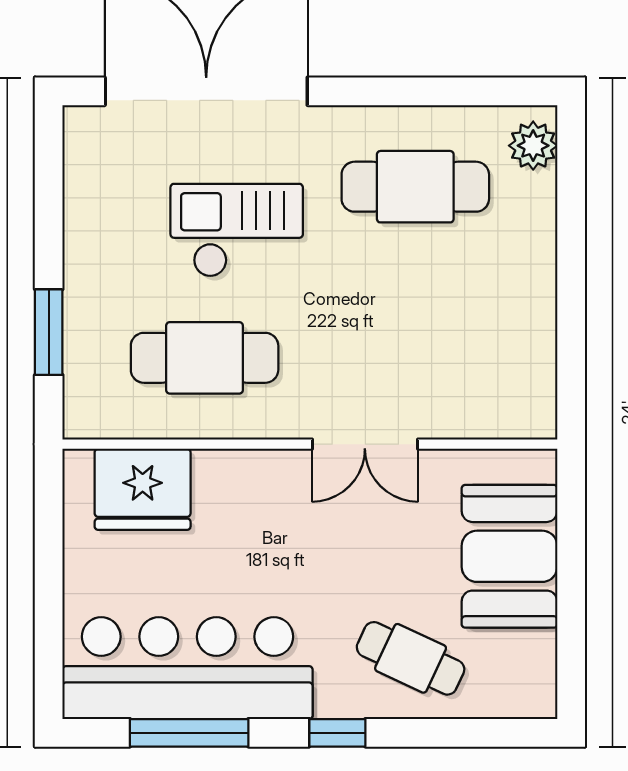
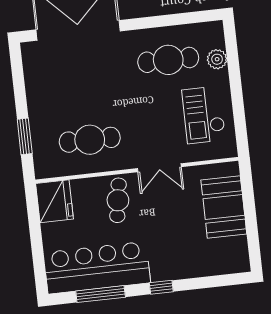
plant: (533, 146) -> (217, 59), moved
checkout: (237, 230) -> (204, 115), moved, turned -90
fridge: (143, 489) -> (54, 201), moved, turned -90
cafe table: (411, 658) -> (118, 200), moved, turned 74

